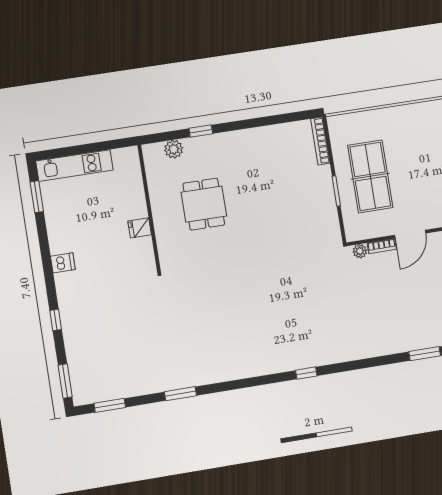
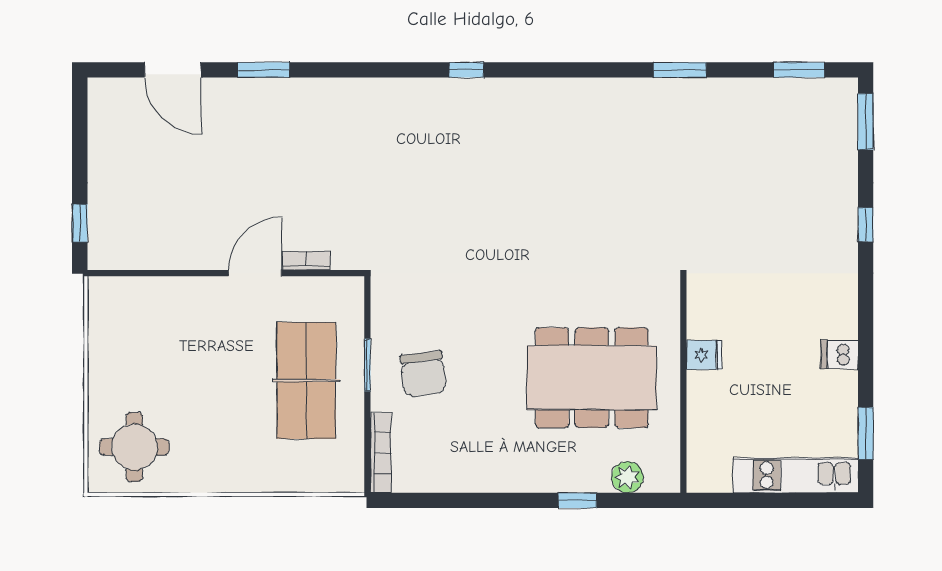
chair: (303, 191) -> (423, 374), added
dining table: (204, 204) -> (592, 378), width x1.88, depth x1.24
plant: (360, 251) -> (344, 258), removed
dishwasher: (63, 263) -> (840, 355), moved

